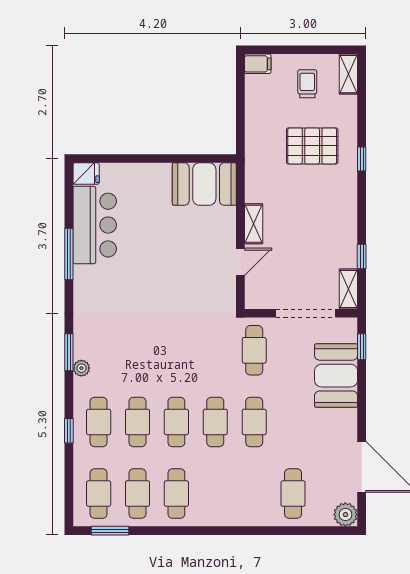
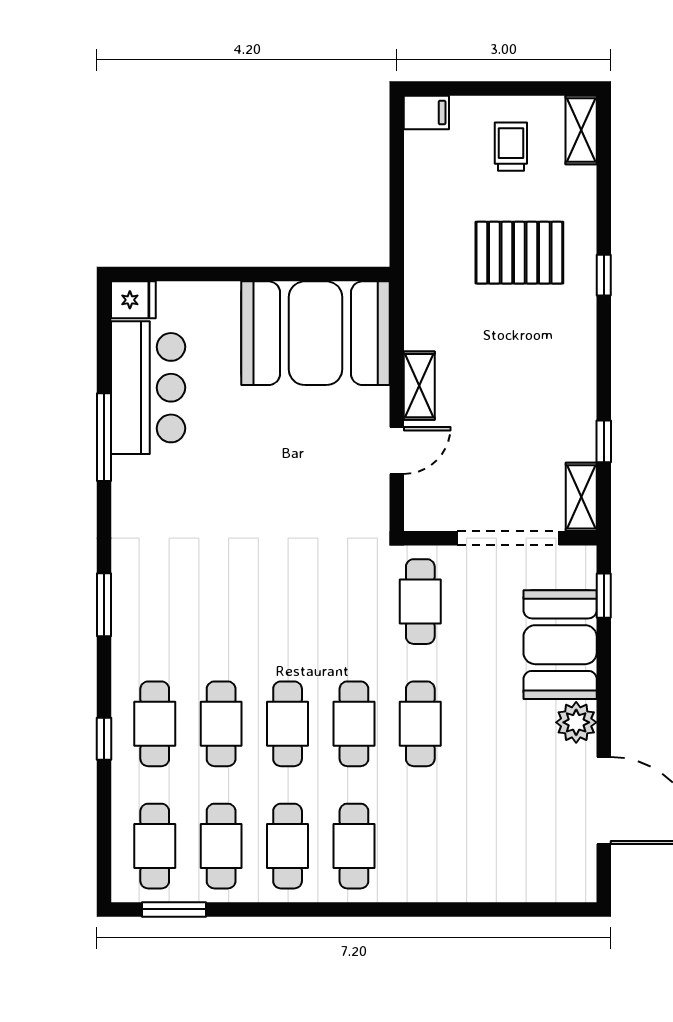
booth: (204, 184) -> (316, 333), width x1.36, depth x1.42
plant: (81, 368) -> (125, 632), removed
cafe table: (293, 494) -> (354, 846), moved
plant: (345, 515) -> (576, 722), moved

